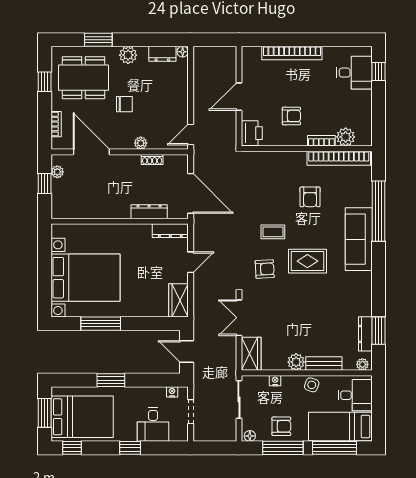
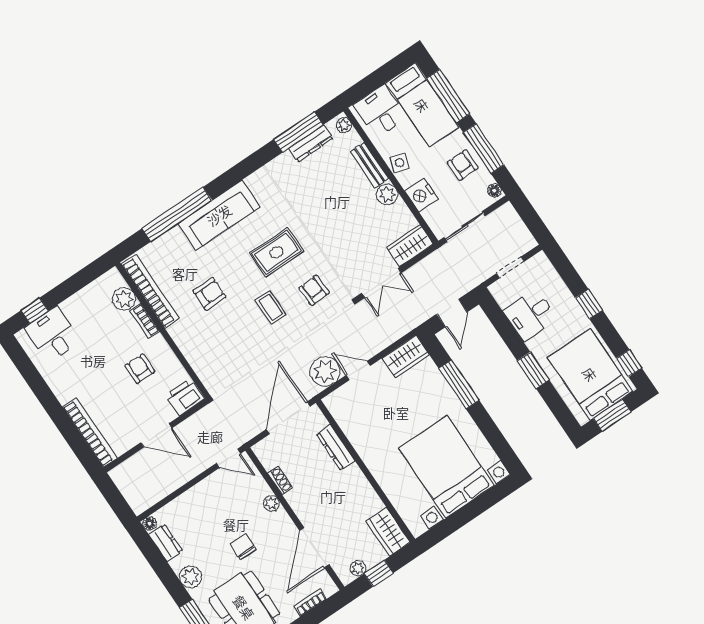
bookcase: (292, 53) -> (90, 432), moved
wardrobe: (68, 209) -> (388, 532), added
dresser: (170, 231) -> (340, 413), removed
plant: (205, 239) -> (325, 371), added
rug: (307, 261) -> (277, 252), turned 90
window: (101, 324) -> (459, 384), moved
window: (379, 331) -> (298, 132), width x1.44
nightstand: (275, 381) -> (421, 195), width x1.89, depth x1.79
nightstand: (172, 392) -> (503, 300), removed
desk: (153, 425) -> (530, 315), moved, turned 180

